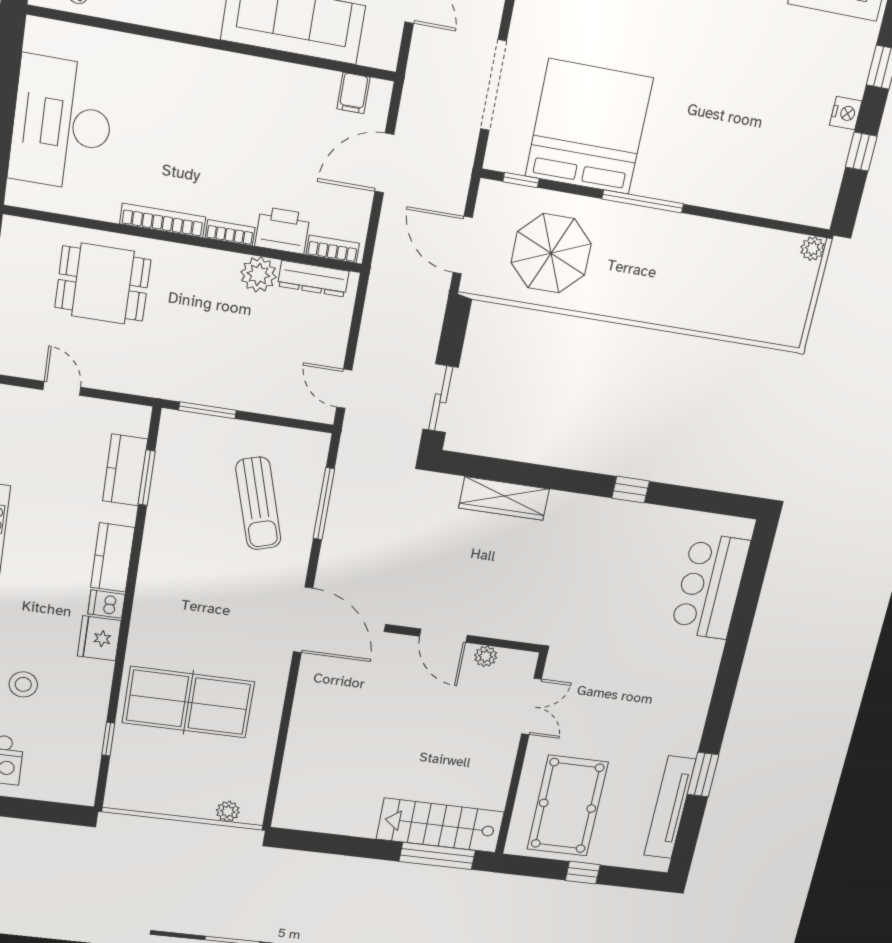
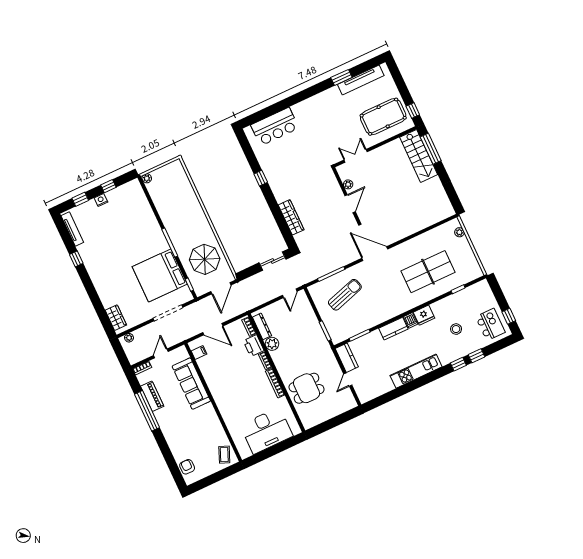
dining table: (103, 284) -> (306, 388), turned 90
kitchen counter: (125, 470) -> (347, 358), moved, turned -90
door: (303, 620) -> (375, 254), hinge flipped
table tennis table: (188, 702) -> (428, 272), turned 90
window: (583, 873) -> (413, 110), moved

